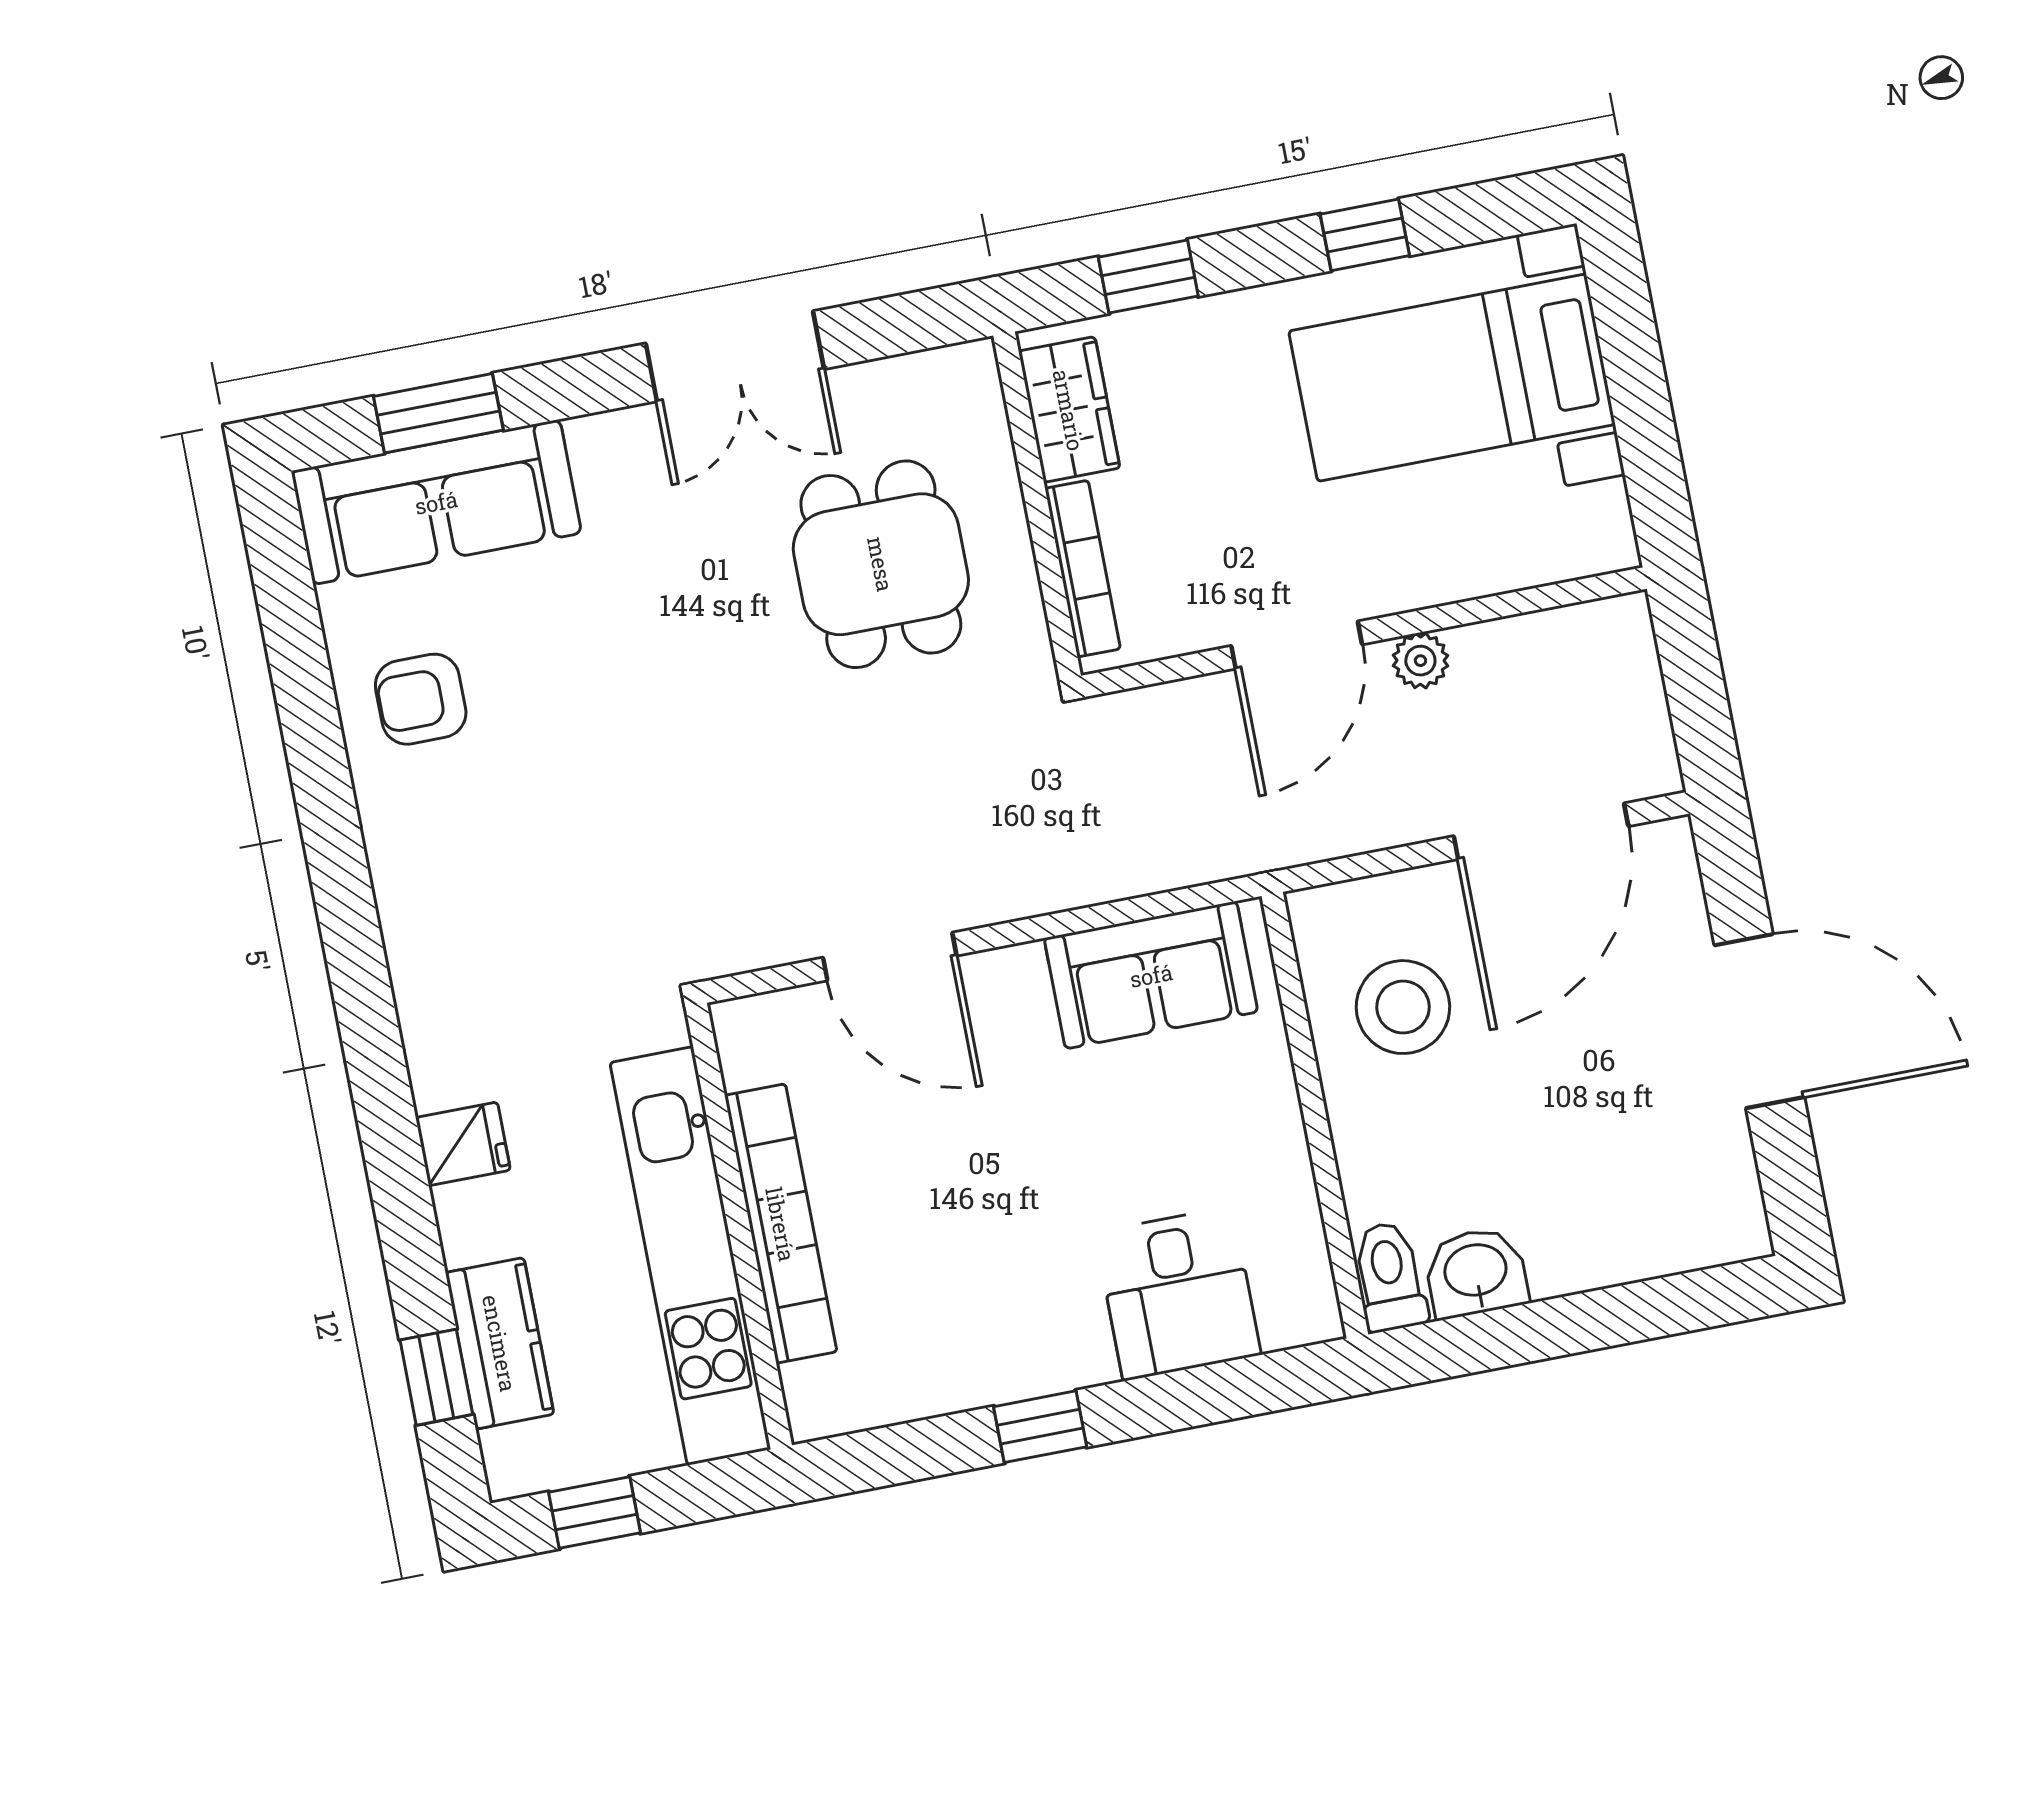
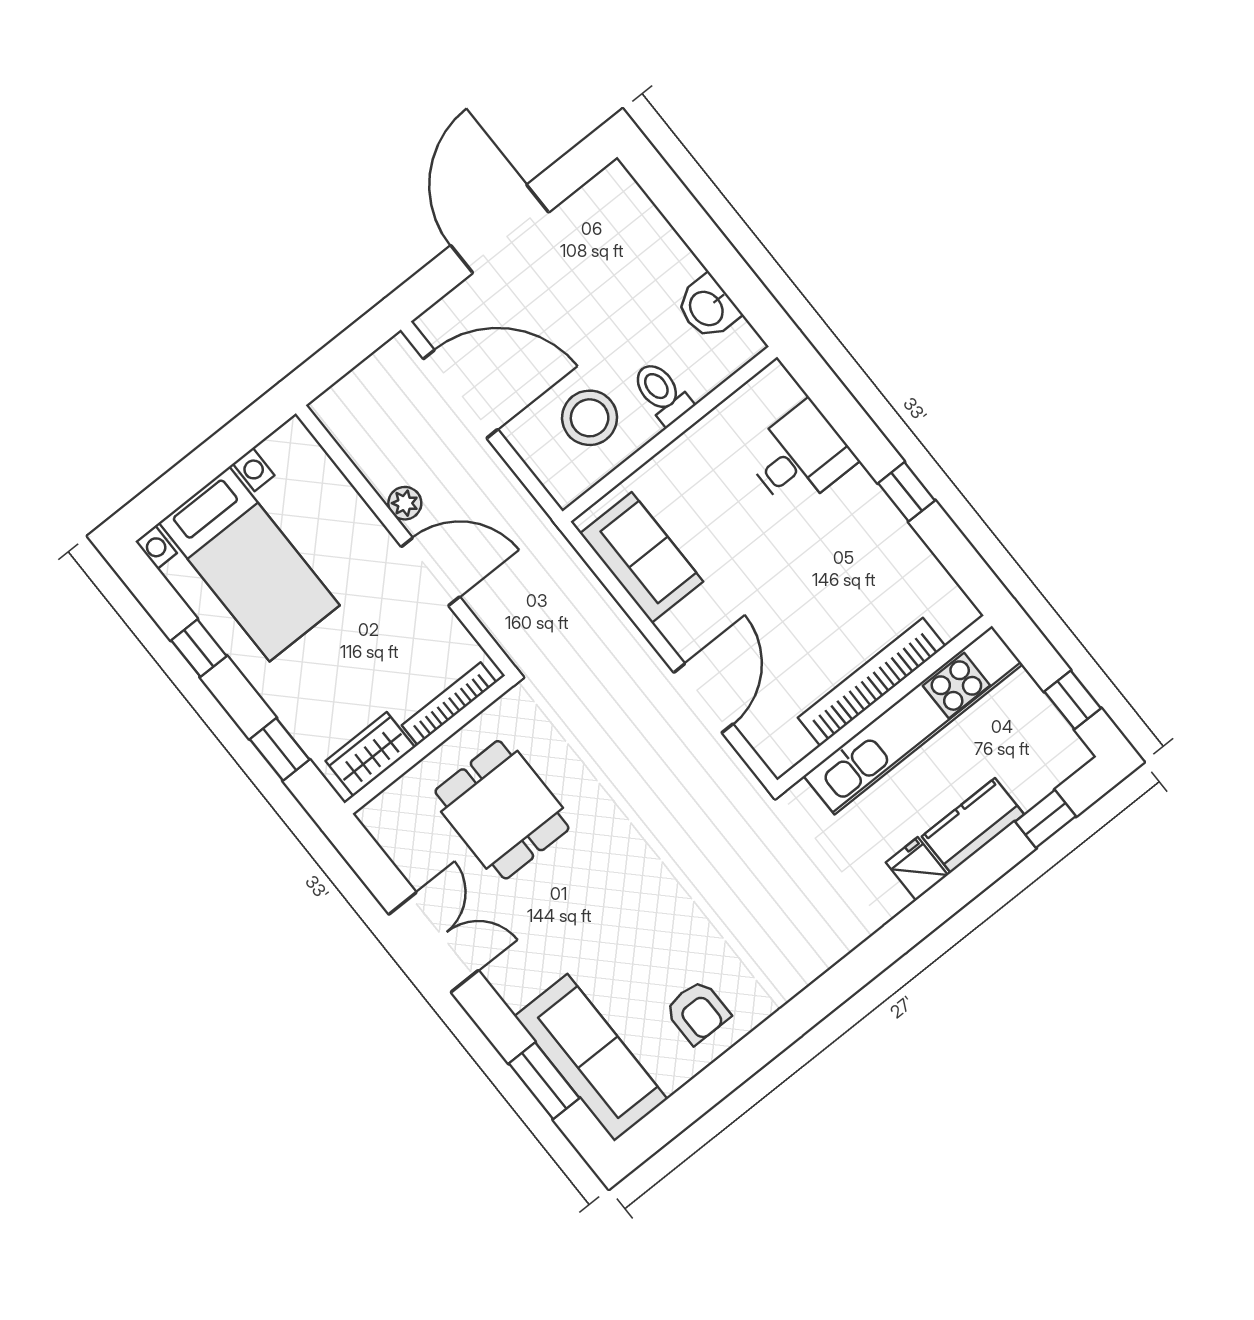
dining table: (881, 564) -> (502, 810), turned 90
toilet: (1389, 1277) -> (662, 393), moved, turned 90
kitchen counter: (500, 1343) -> (973, 825), moved

